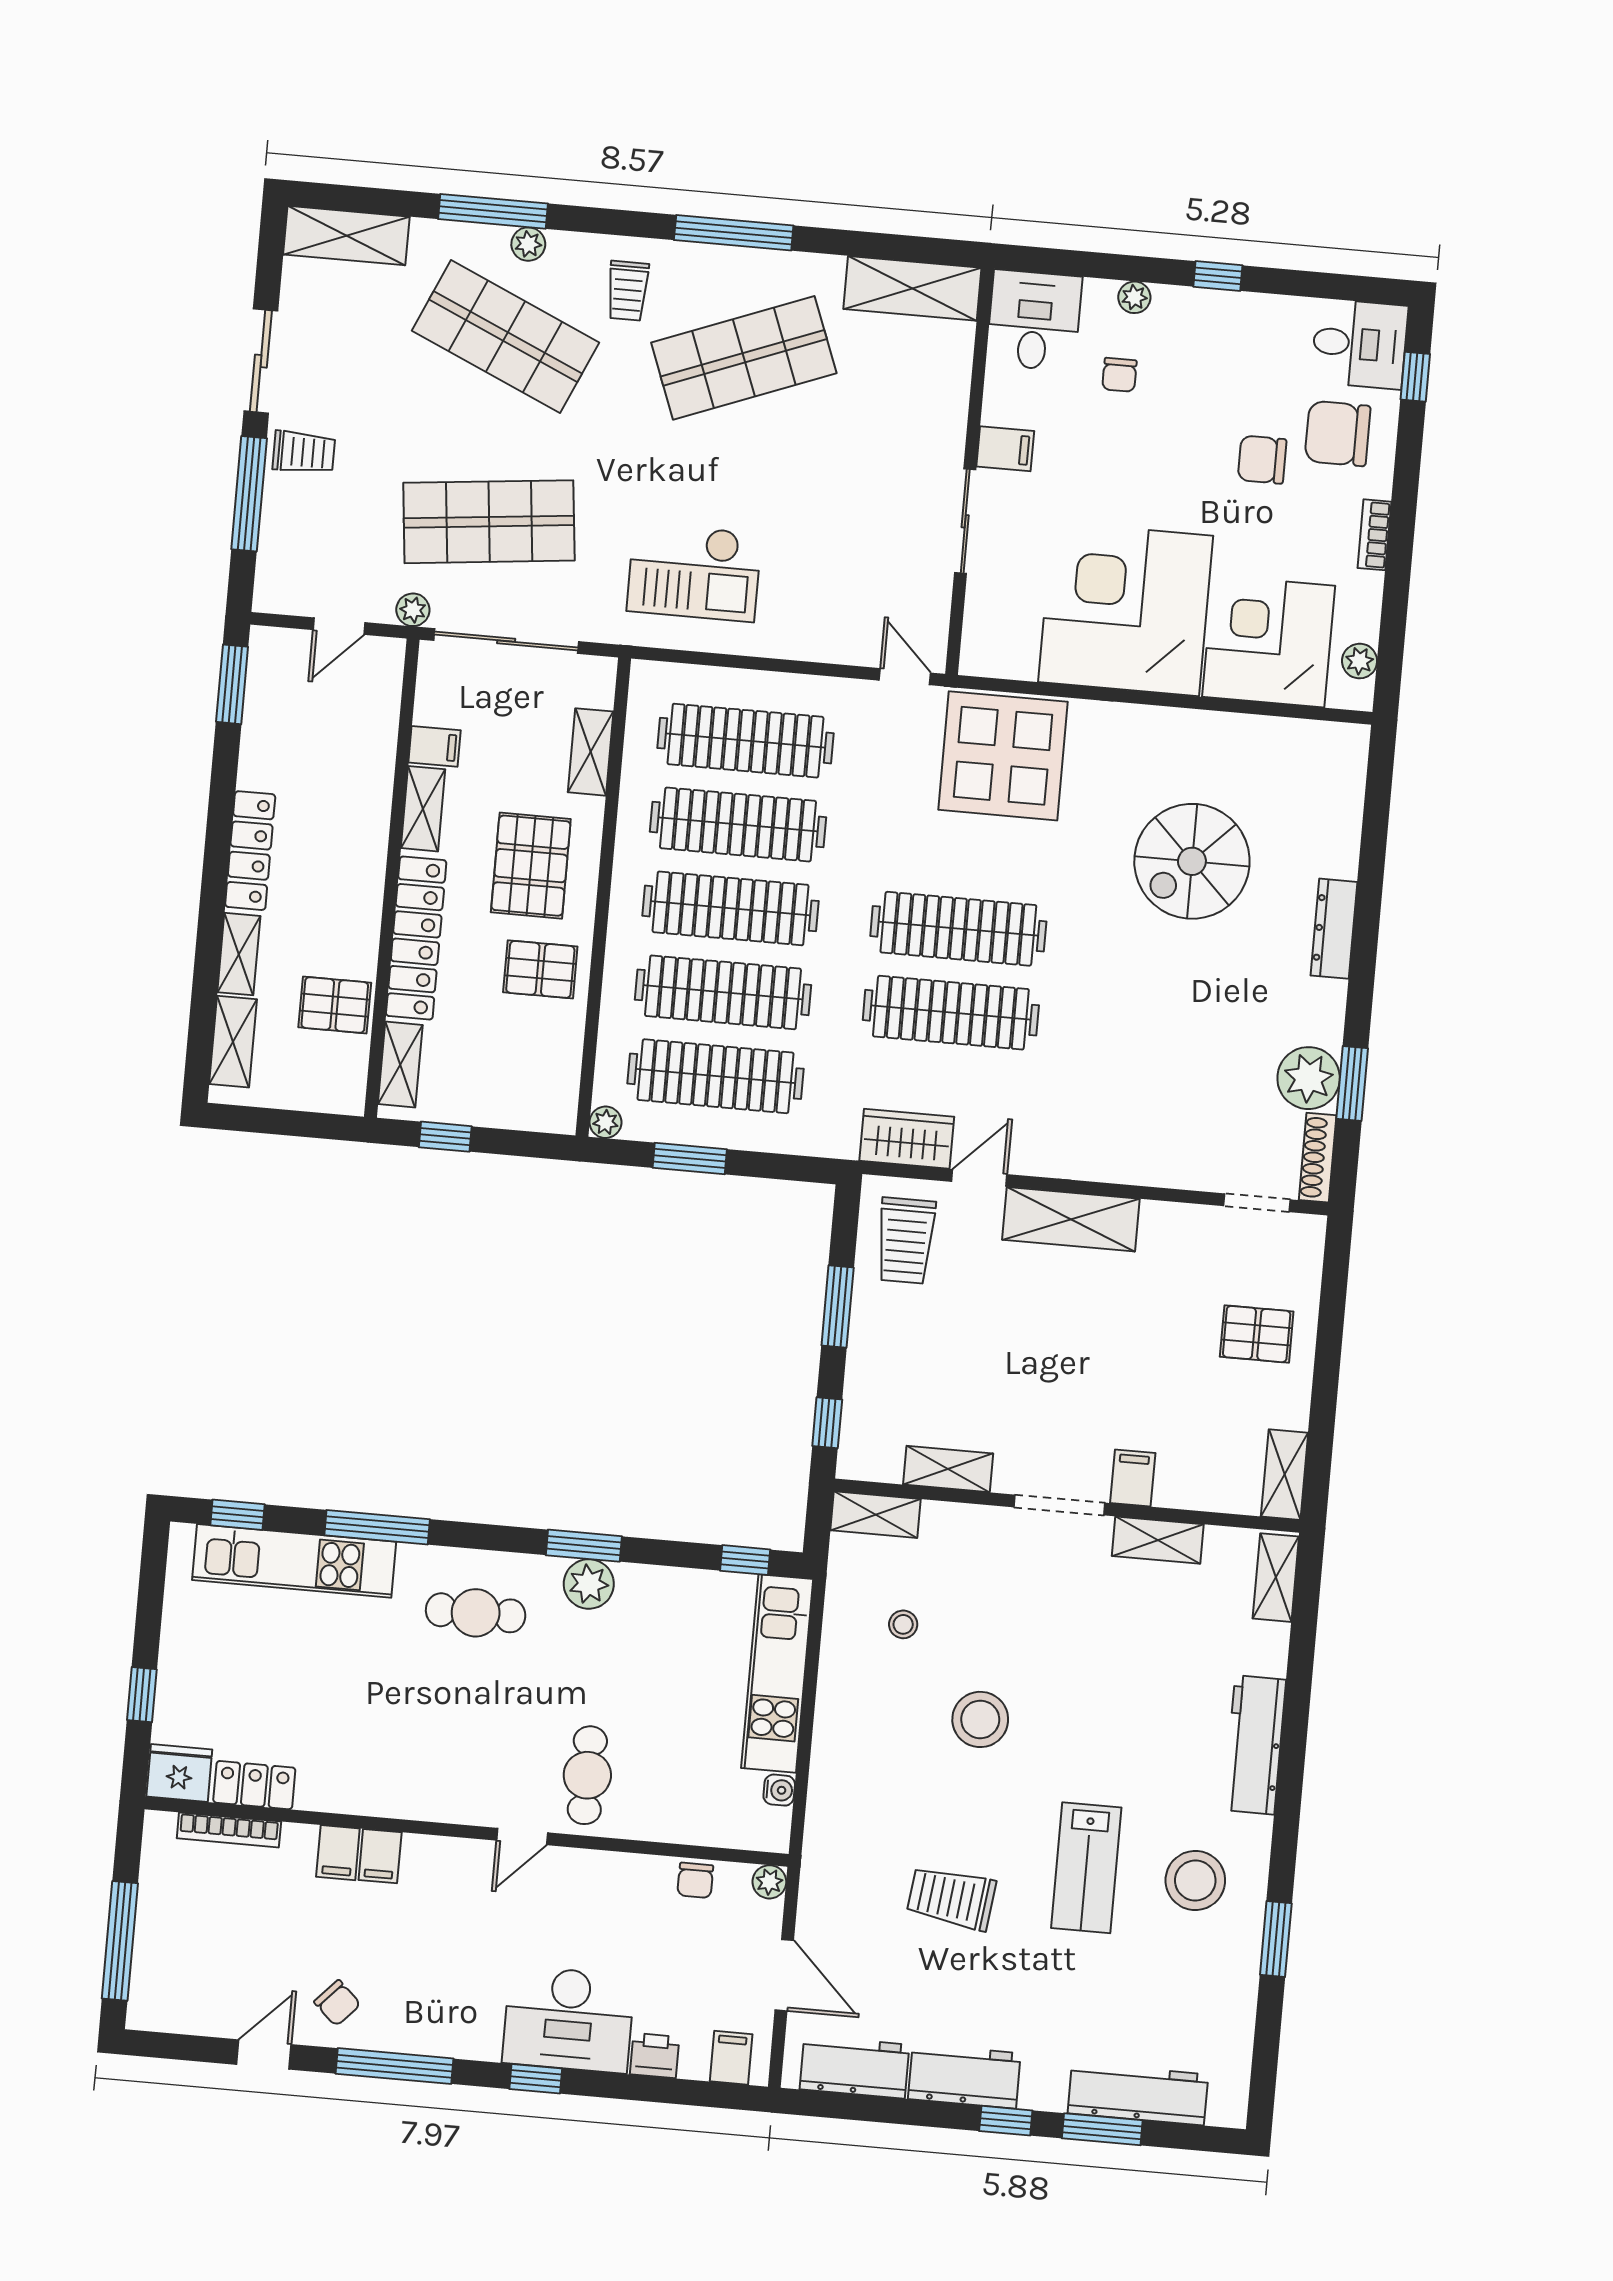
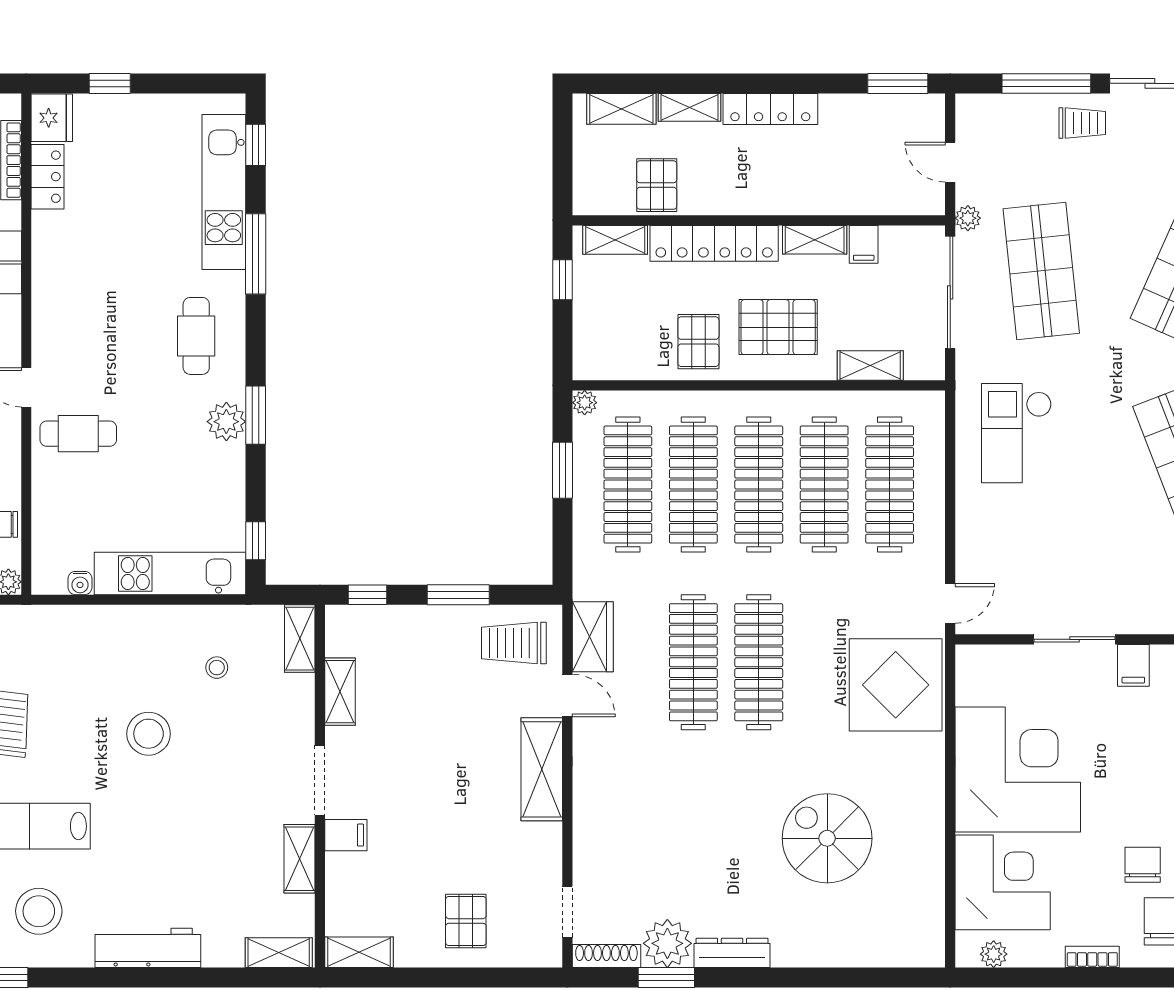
trolley: (304, 452) -> (1082, 123), turned -90
dresser: (1334, 929) -> (732, 953), moved

